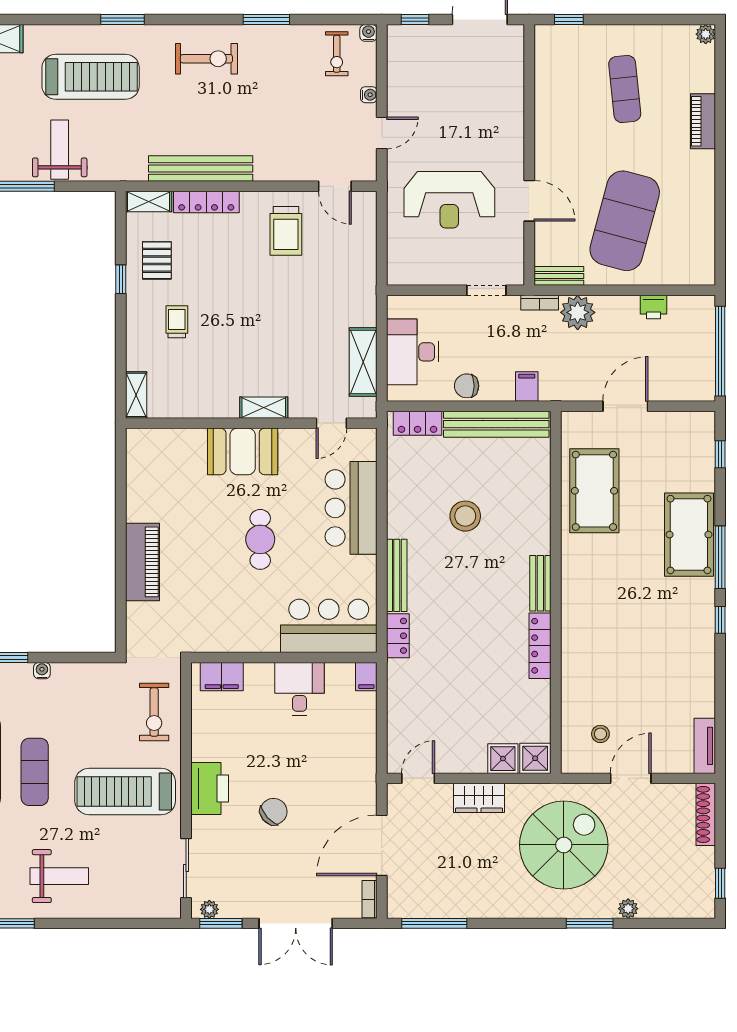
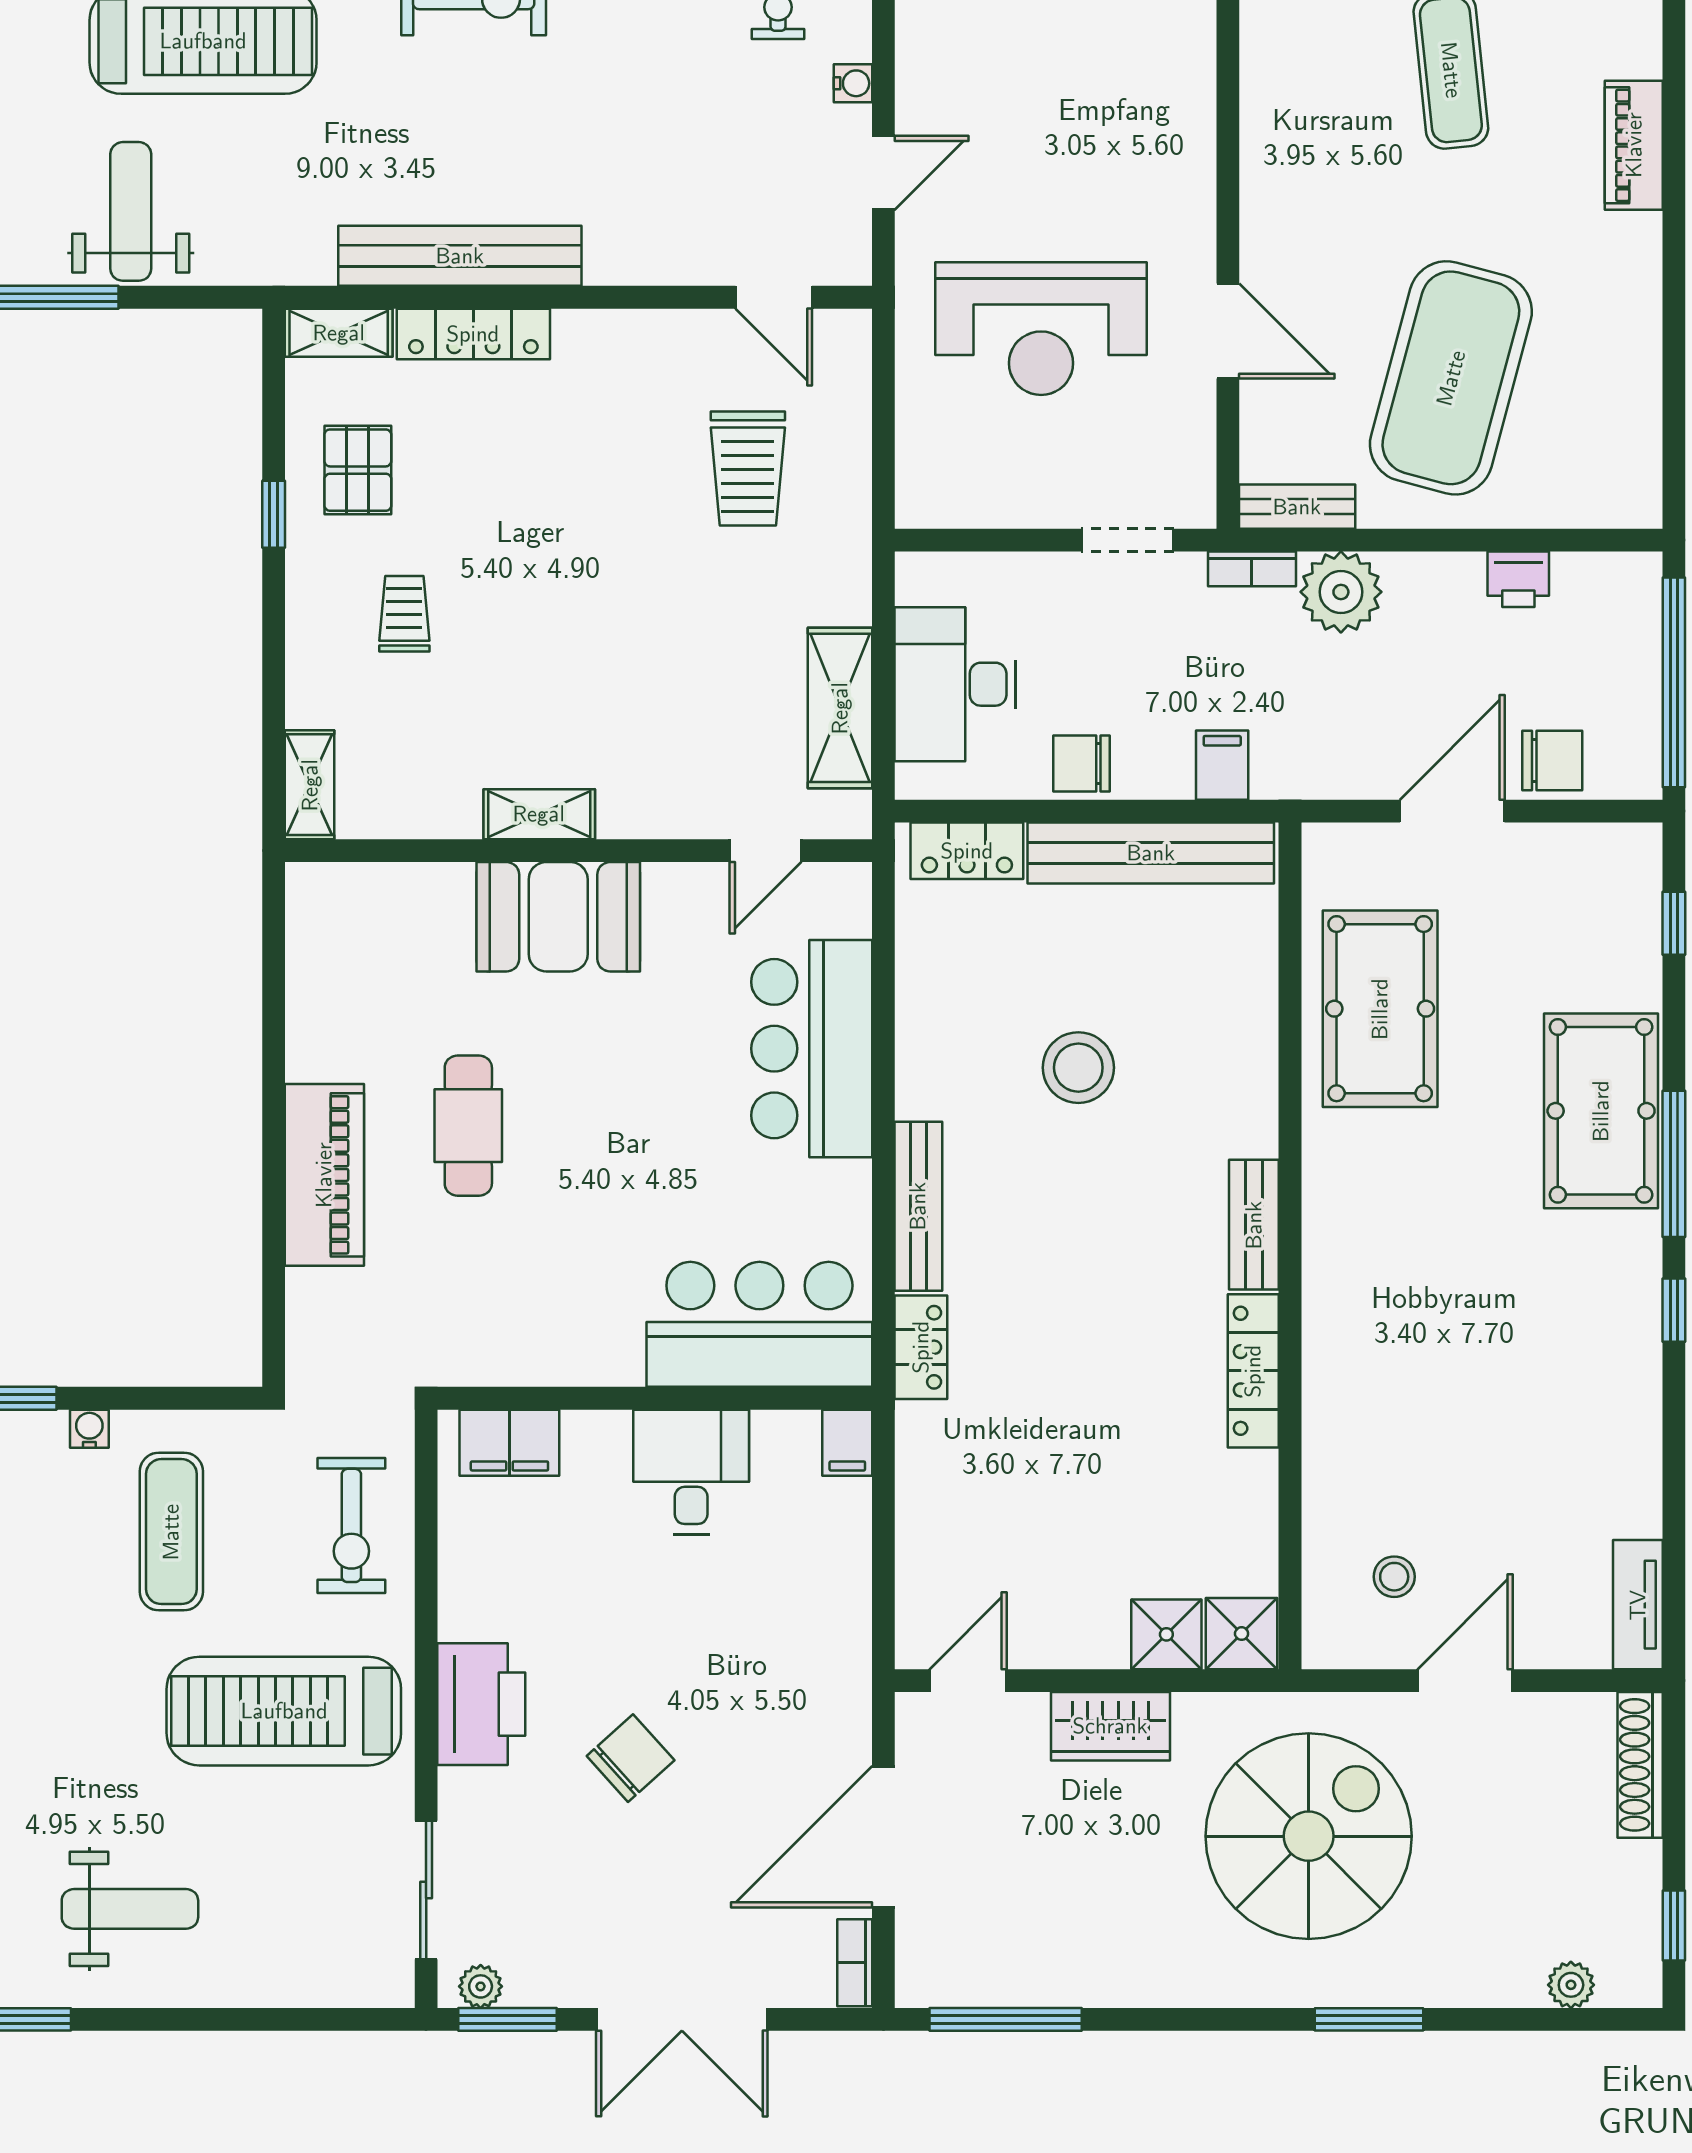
trolley: (286, 231) -> (748, 468), moved
chair: (668, 385) -> (1552, 761), added
shelving: (264, 408) -> (539, 814), moved
cafe table: (260, 539) -> (468, 1126), moved
exercise mat: (35, 772) -> (171, 1532), moved
plant: (628, 909) -> (1571, 1985), moved

